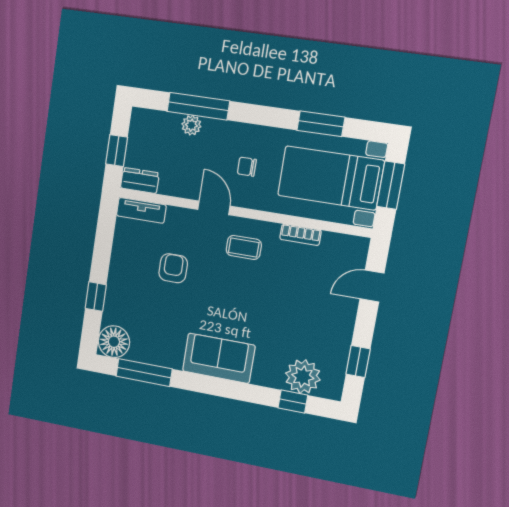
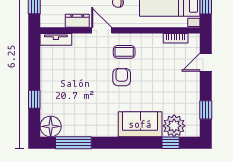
dresser: (140, 180) -> (77, 21), moved
bookcase: (301, 235) -> (176, 38), moved
armchair: (173, 268) -> (122, 77), moved
sofa: (219, 358) -> (140, 124), moved

